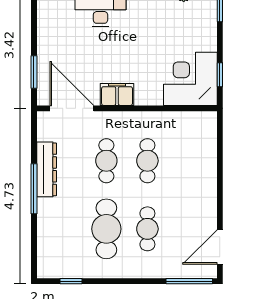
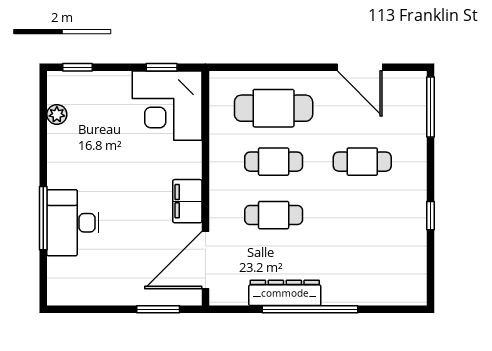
window: (34, 189) -> (310, 309), width x1.46
cafe table: (106, 229) -> (274, 108), moved
door: (220, 247) -> (360, 67), moved
window: (71, 281) -> (430, 216), moved

